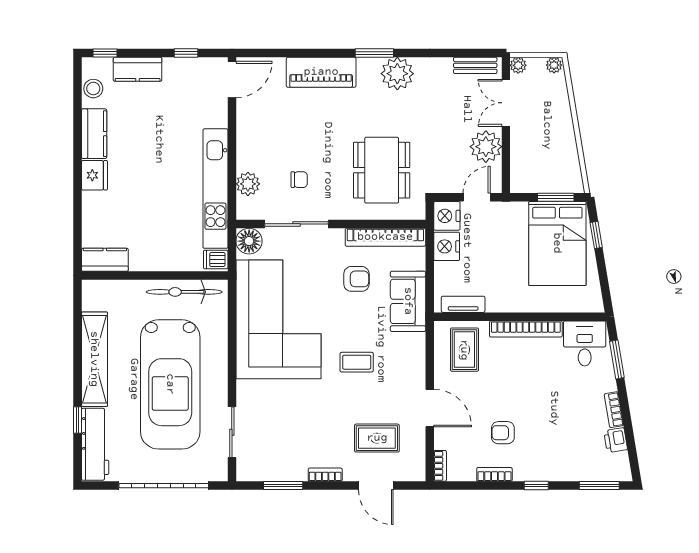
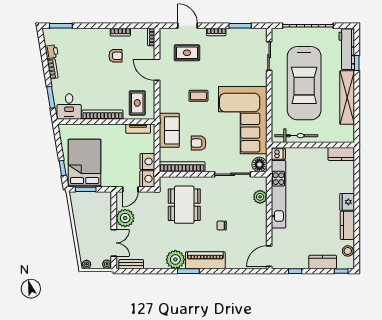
piano: (321, 72) -> (205, 260), moved
chair: (299, 180) -> (222, 226), moved
car: (170, 384) -> (304, 83), turned 180
window: (536, 486) -> (97, 26), removed

